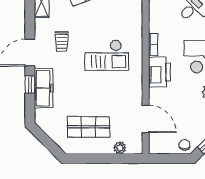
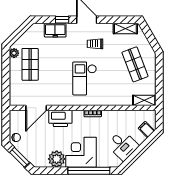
printer: (159, 72) -> (60, 118), moved
freezer: (44, 88) -> (55, 30), width x0.71
plant: (120, 148) -> (14, 53), moved

